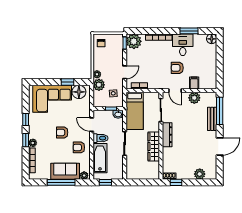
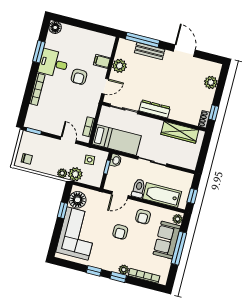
plant: (134, 41) -> (35, 120), removed
wardrobe: (154, 147) -> (180, 132), moved

